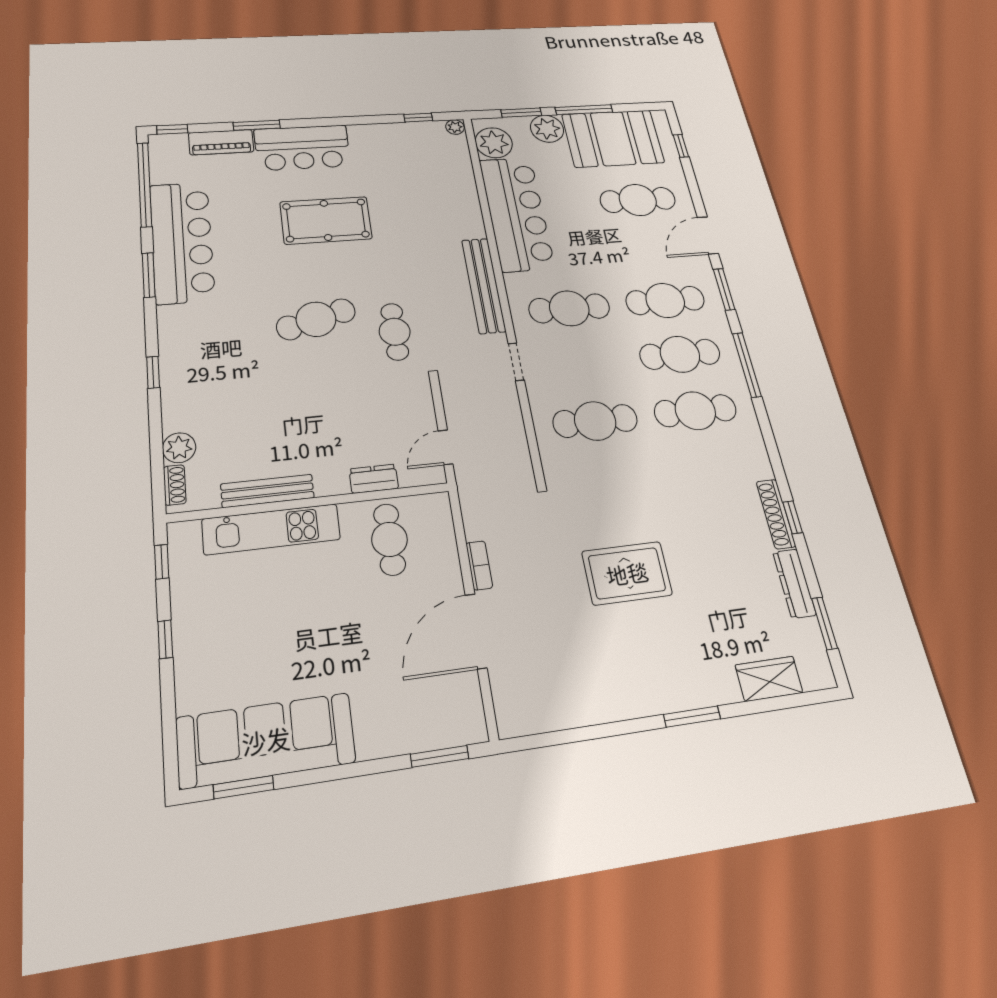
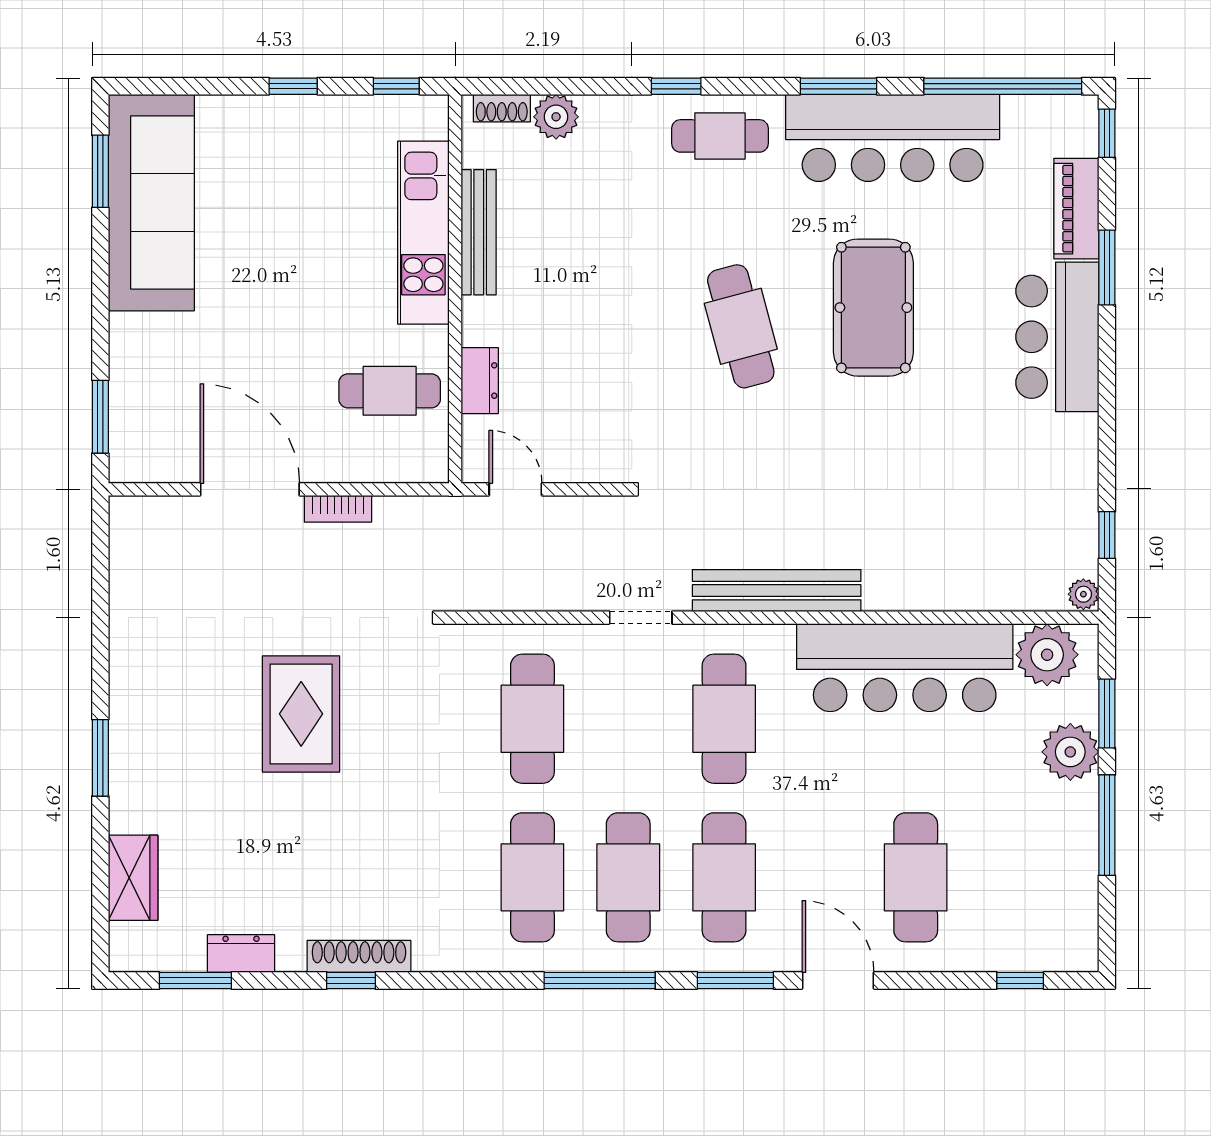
booth: (613, 138) -> (1043, 863), removed
pool table: (326, 220) -> (873, 308), moved
cafe table: (395, 332) -> (720, 136), moved
dresser: (794, 583) -> (241, 954), width x0.70

